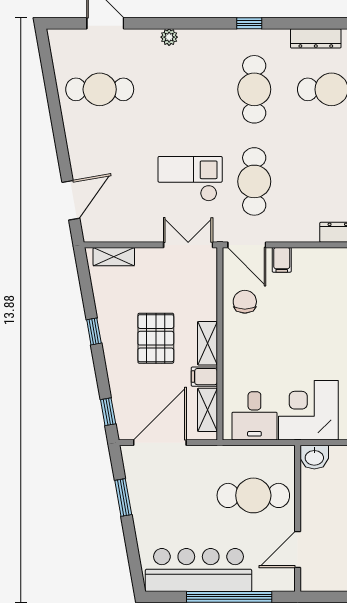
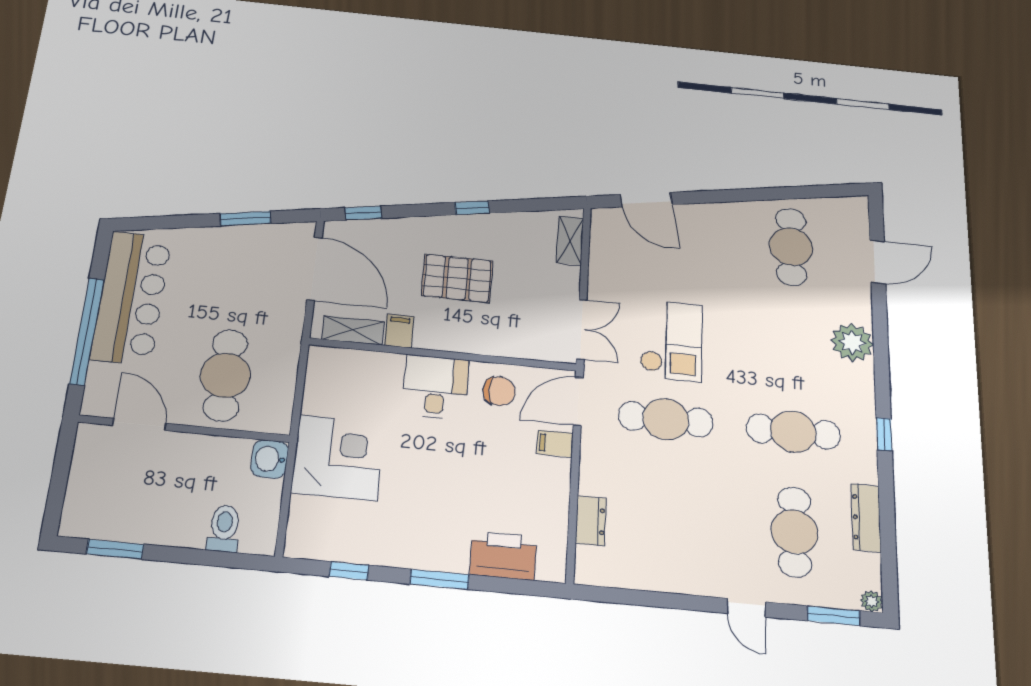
plant: (169, 37) -> (852, 342), width x1.88, depth x1.88
shelving: (207, 343) -> (445, 339), removed
desk: (254, 416) -> (435, 387), moved, turned 90

